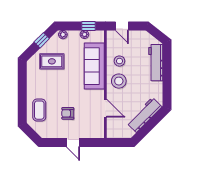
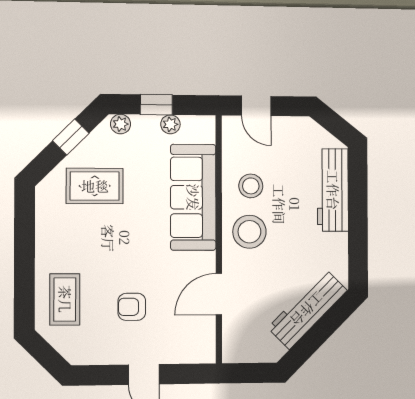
window: (88, 26) -> (156, 105), moved
door: (105, 108) -> (219, 294), swing flipped

